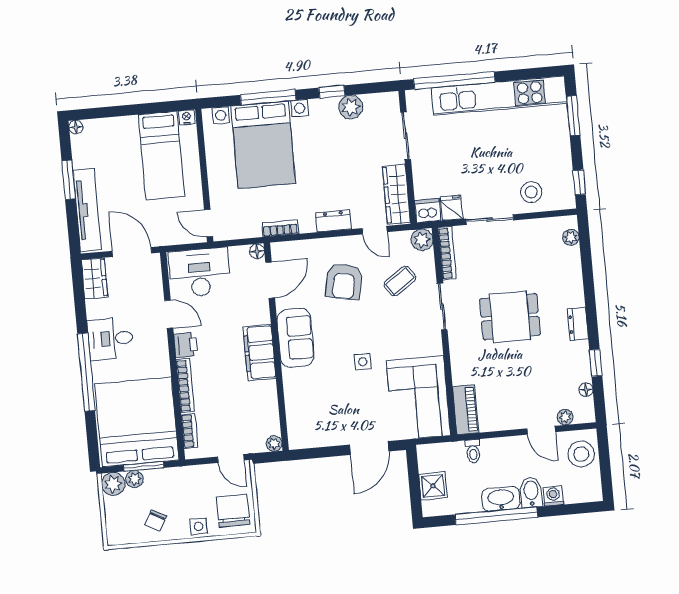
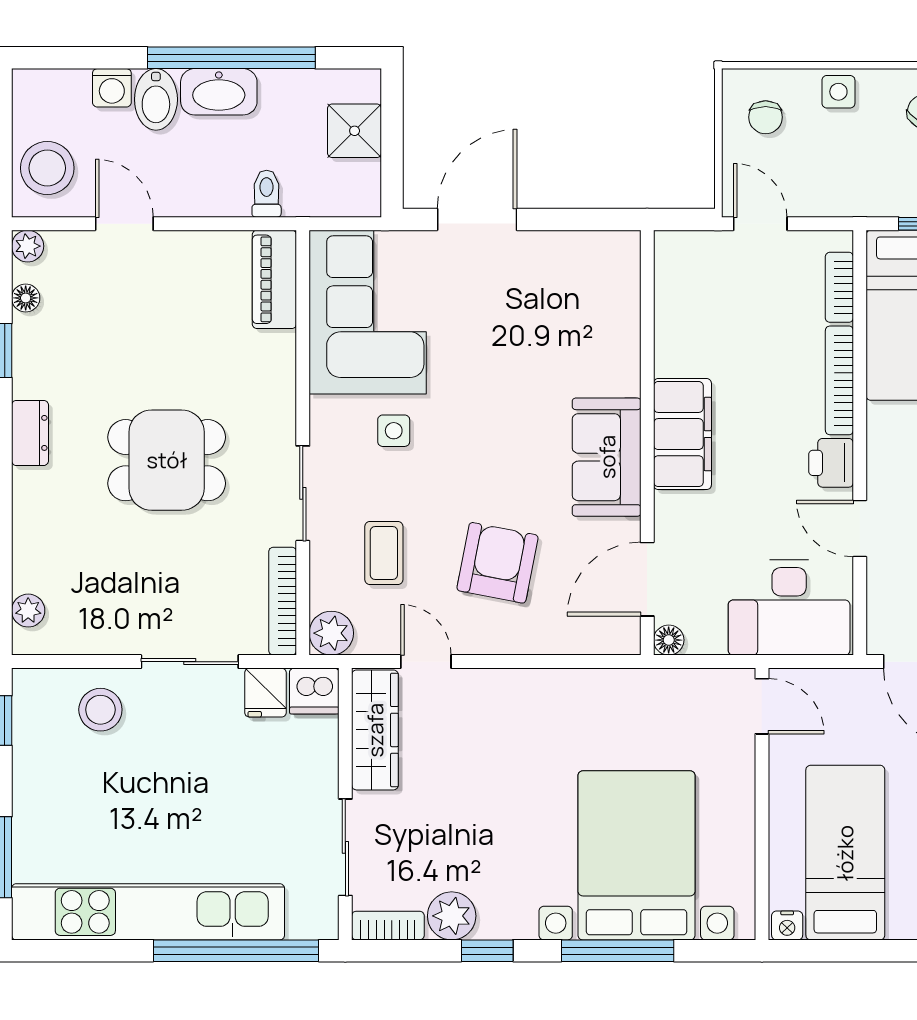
dresser: (334, 221) -> (508, 688), removed
bookcase: (280, 228) -> (388, 926), moved, turned 180
coffee table: (400, 281) -> (384, 553), turned -55
side table: (363, 362) -> (394, 431), moved
plant: (565, 417) -> (28, 246), moved
plant: (274, 444) -> (669, 246), removed
chair: (233, 511) -> (766, 117), width x0.54, depth x0.54

